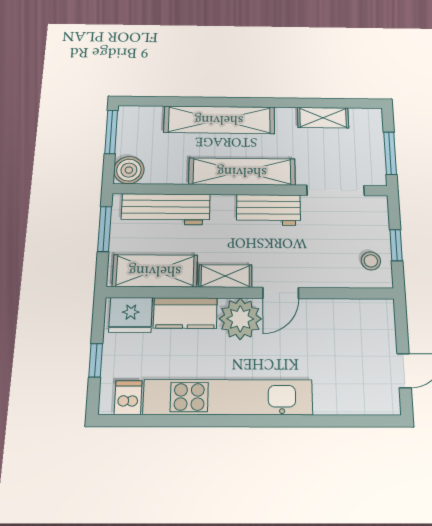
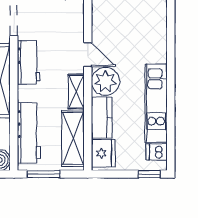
window: (96, 360) -> (149, 174), moved
kitchen unit: (228, 397) -> (156, 103), width x0.73

